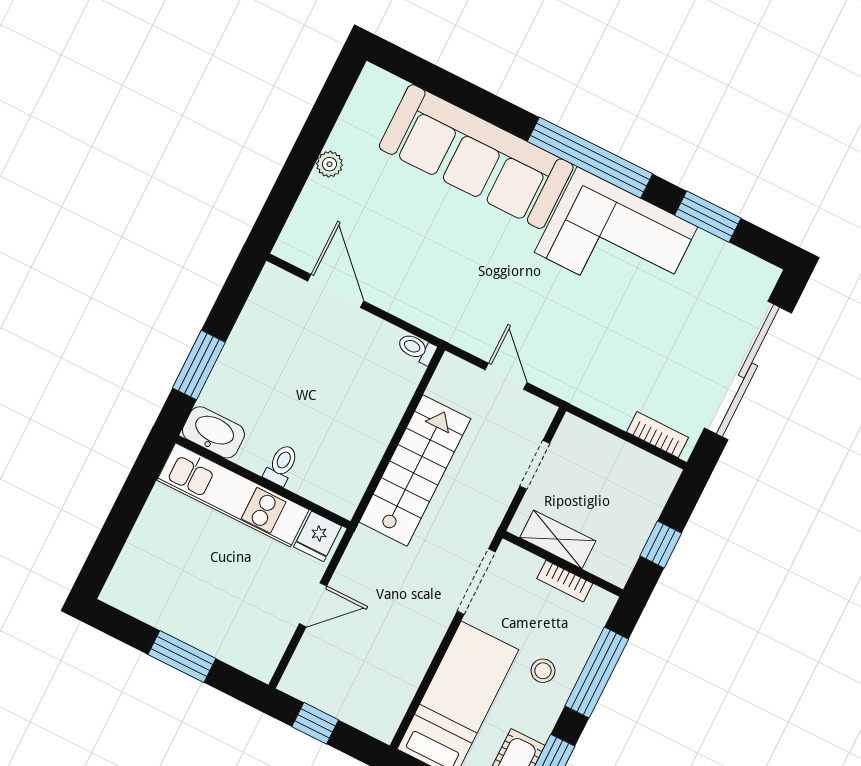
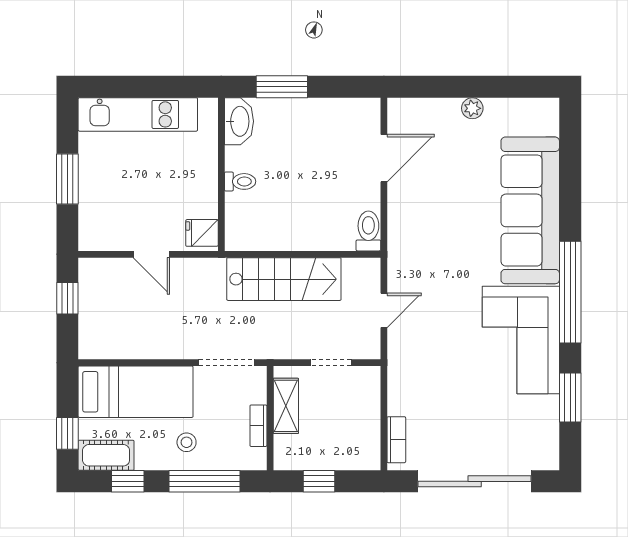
toilet: (417, 348) -> (368, 231), width x1.37, depth x1.39
kitchen unit: (233, 495) -> (138, 114), moved, turned -90

